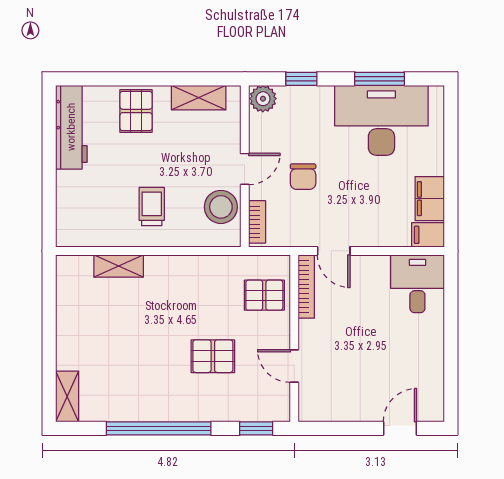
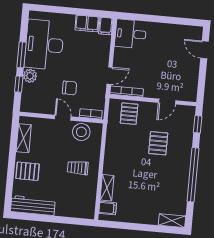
window: (380, 79) -> (22, 55), moved
plant: (263, 99) -> (30, 76), moved
filing cabinet: (80, 271) -> (108, 208), added

